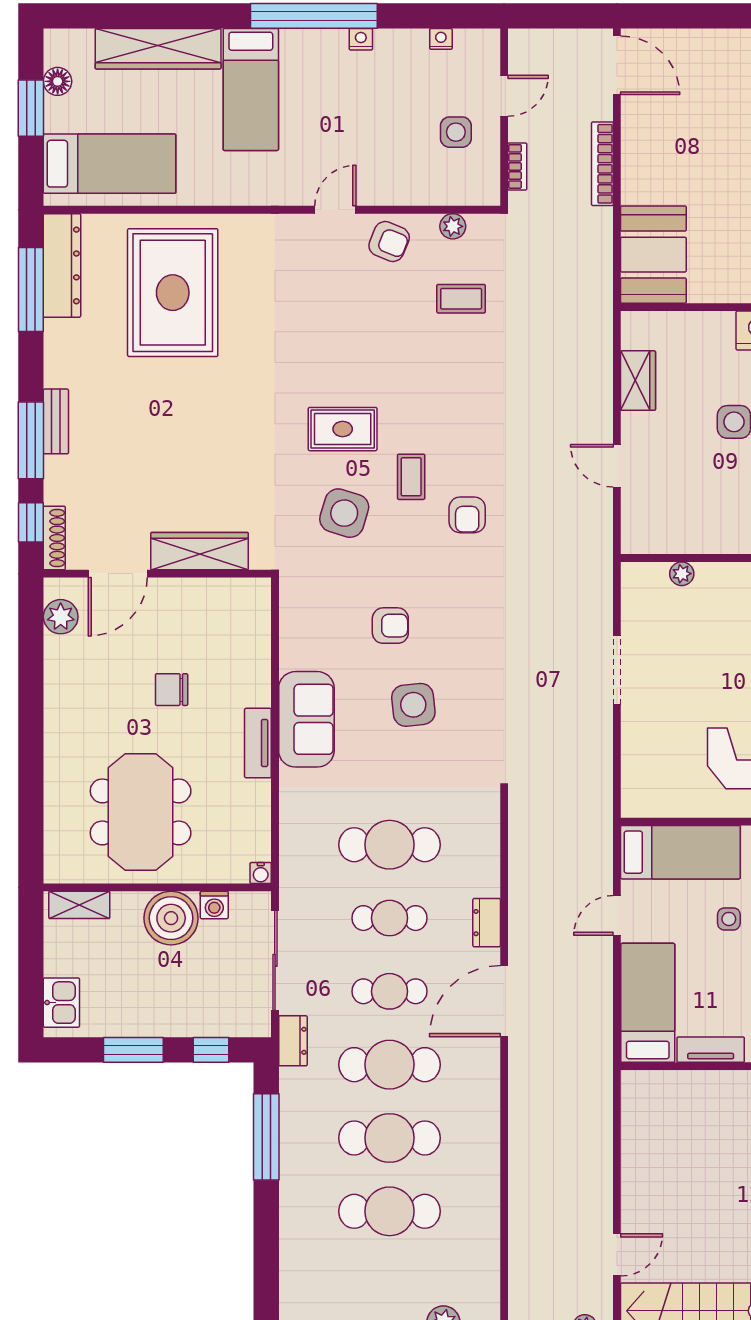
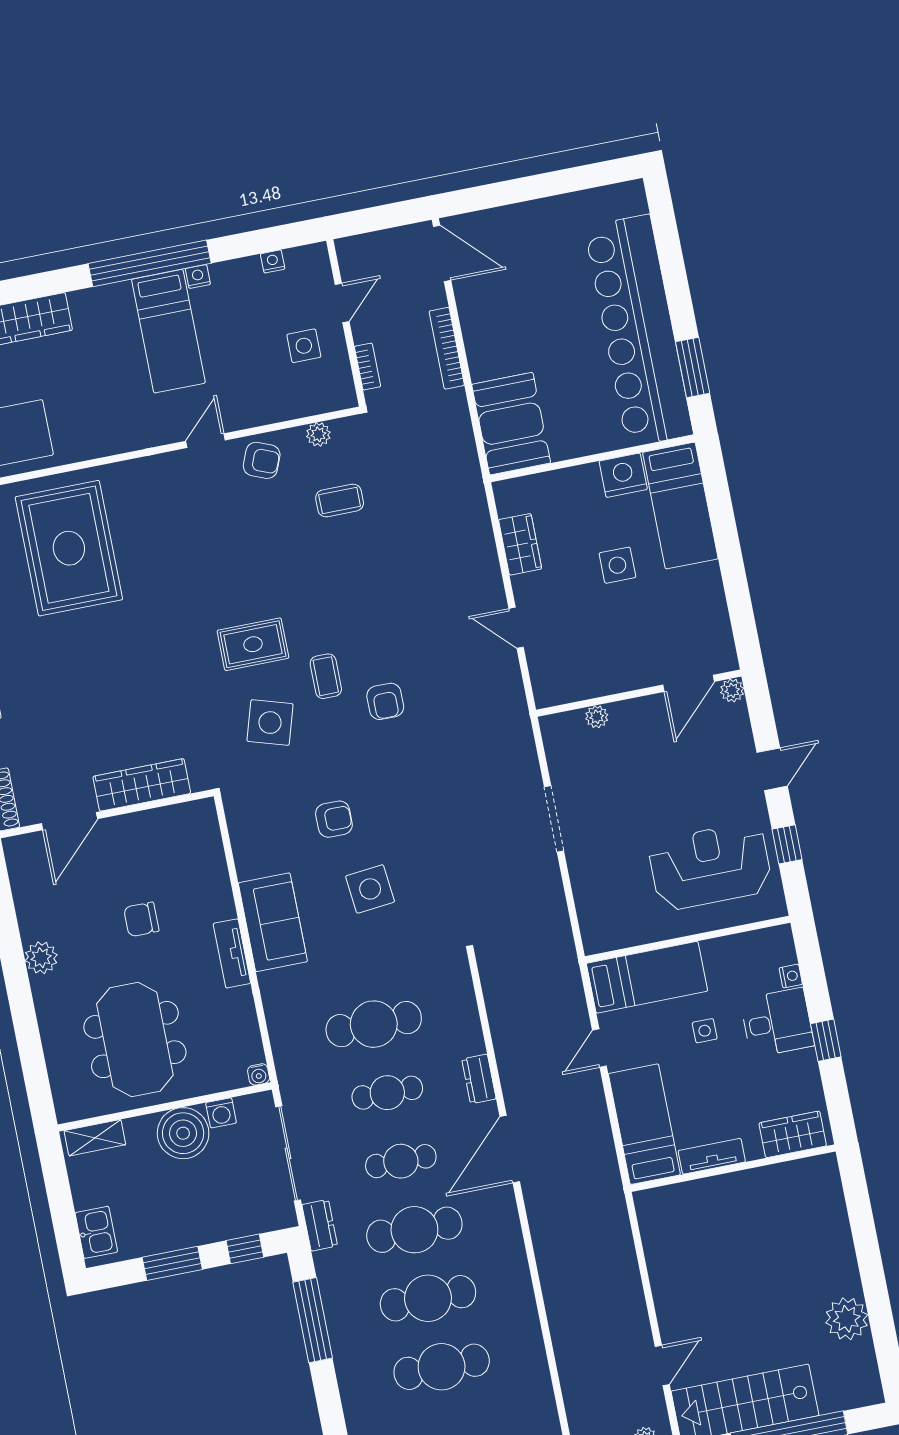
bed: (251, 89) -> (168, 331), moved
plant: (61, 617) -> (41, 958), moved

